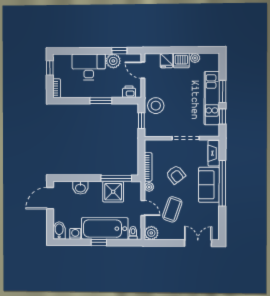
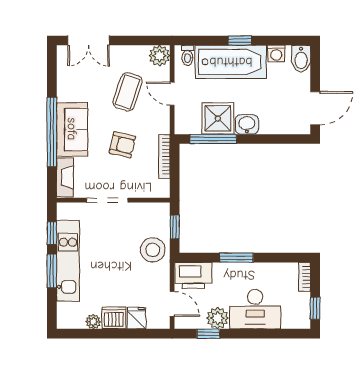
printer: (129, 92) -> (193, 275), width x1.87, depth x1.48
armchair: (176, 175) -> (122, 145), turned 141
plant: (149, 187) -> (163, 126), removed
washbasin: (80, 188) -> (247, 124), moved

